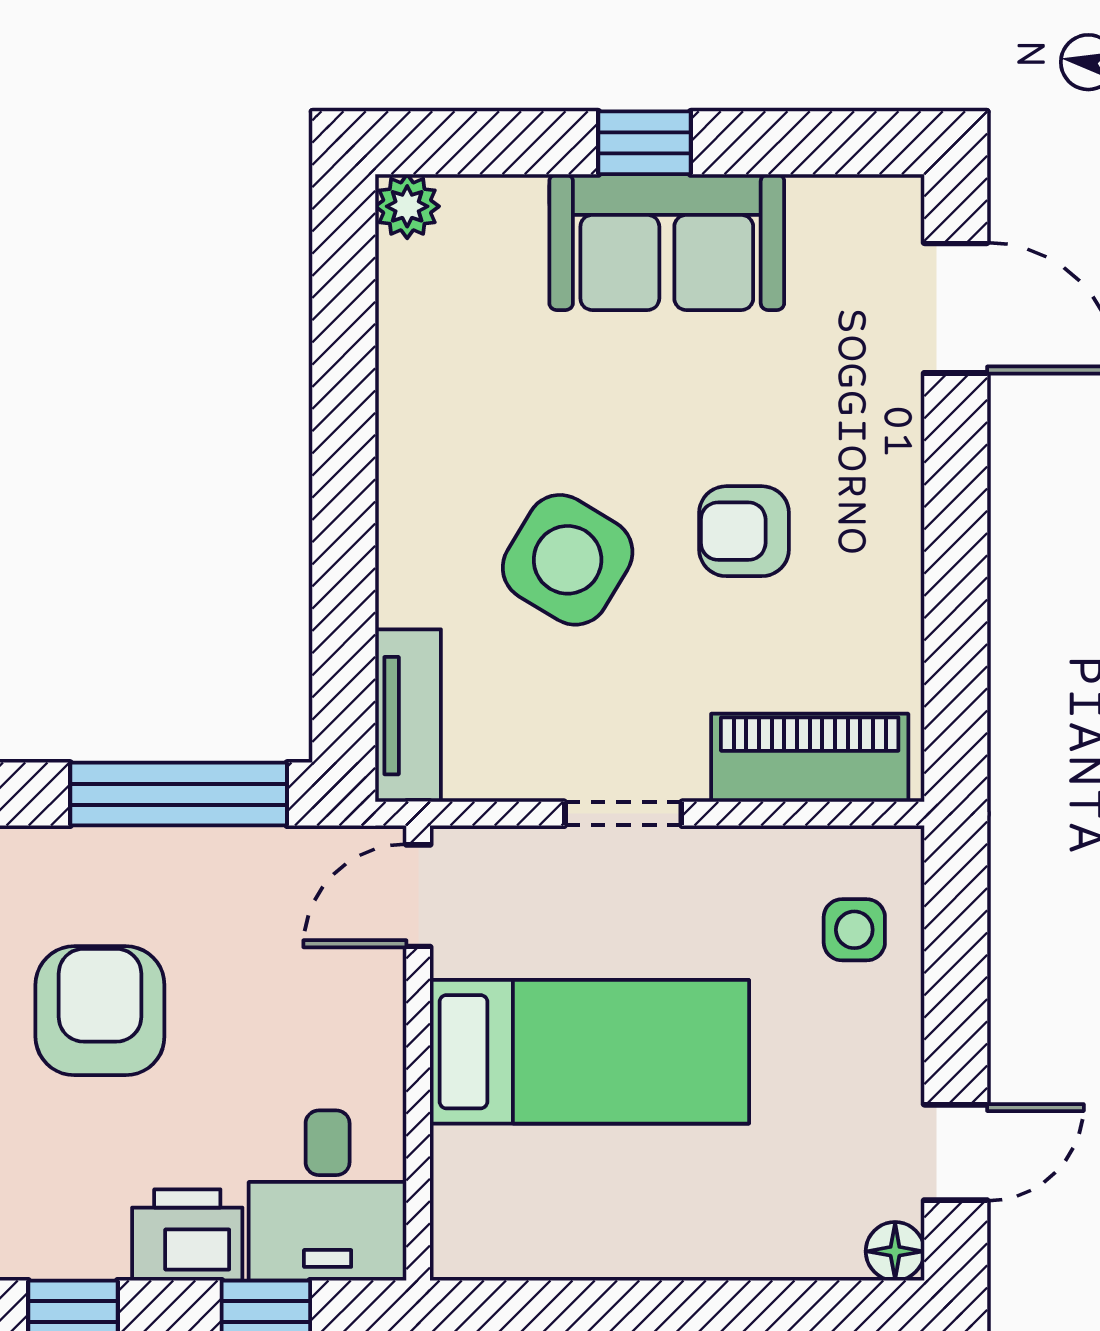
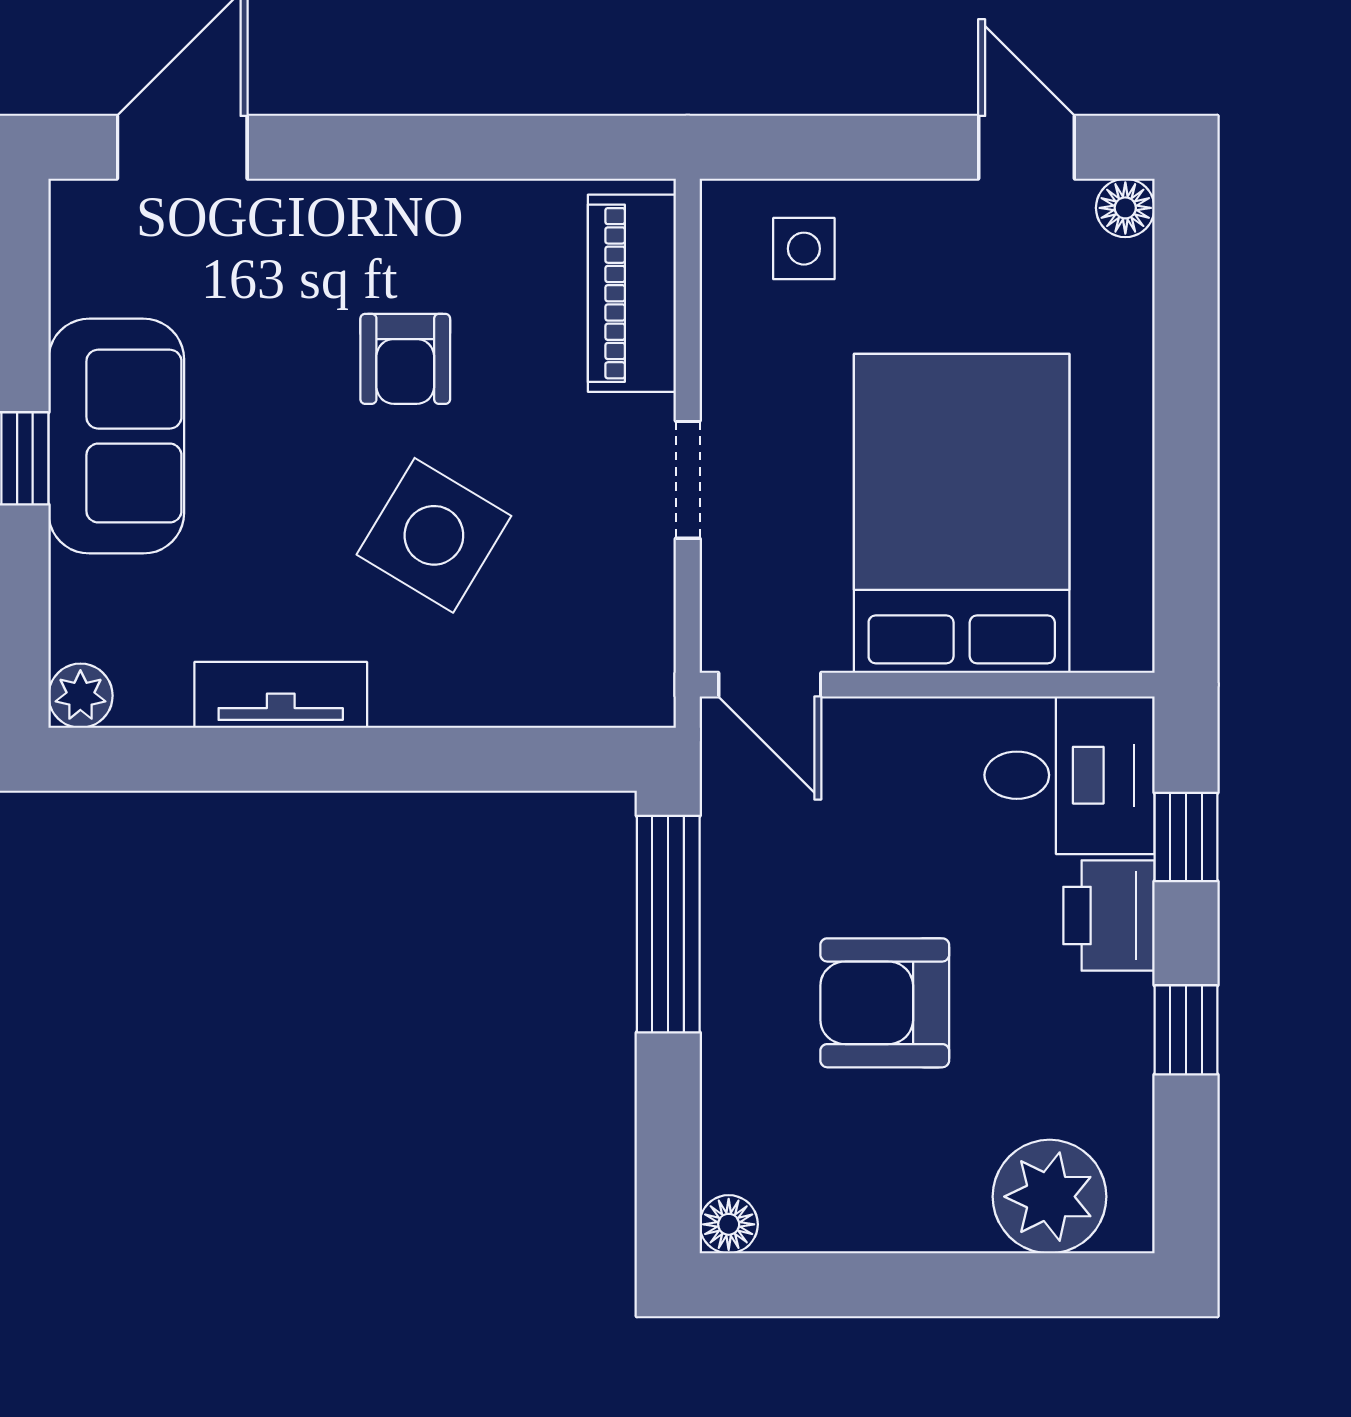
tv unit: (408, 716) -> (281, 695), moved
bed: (590, 1052) -> (962, 513), width x1.50

